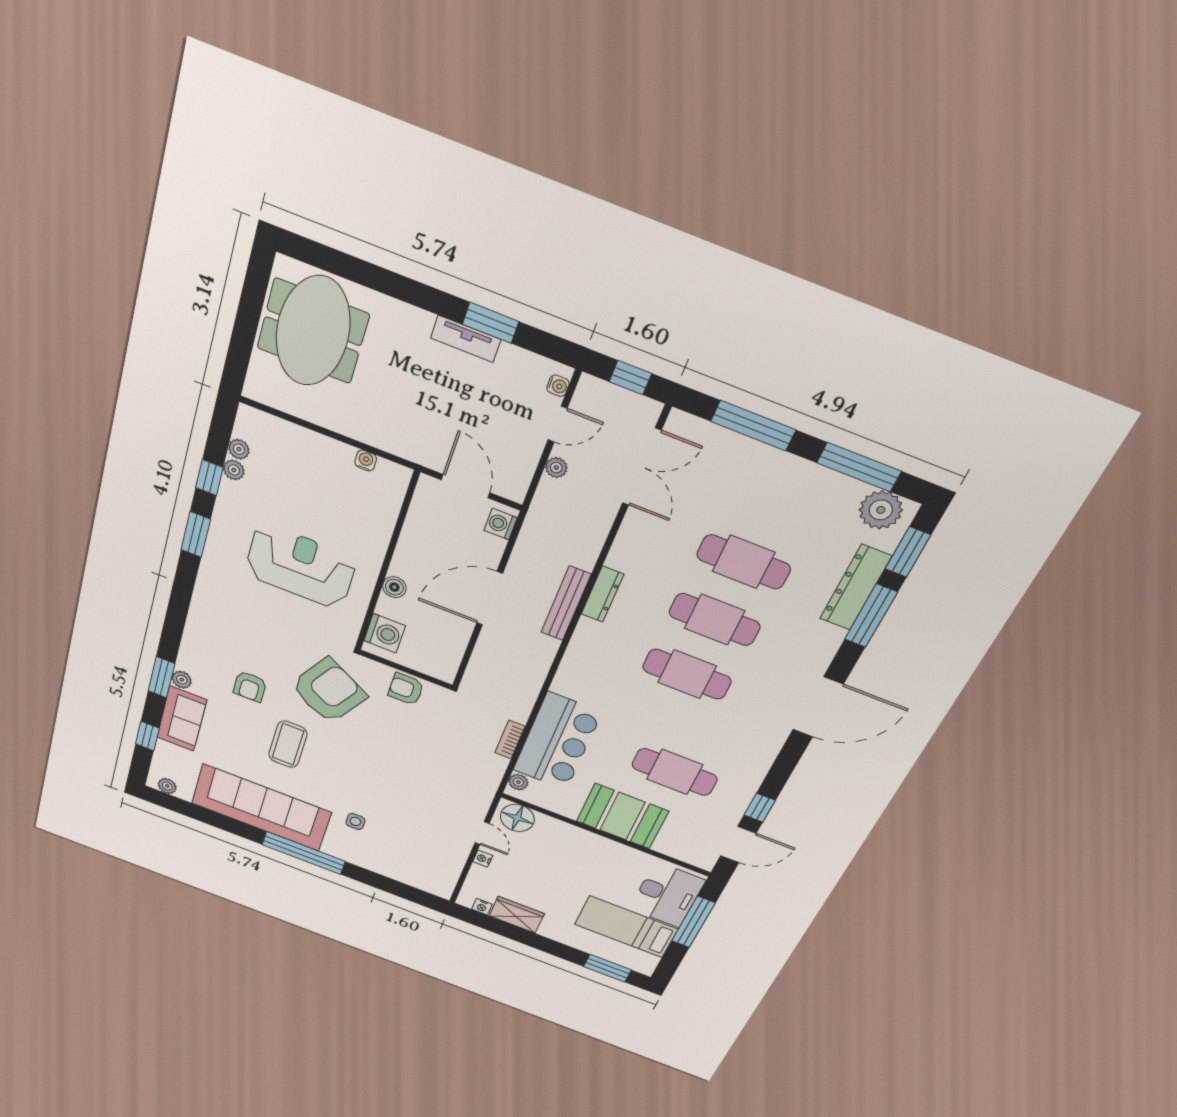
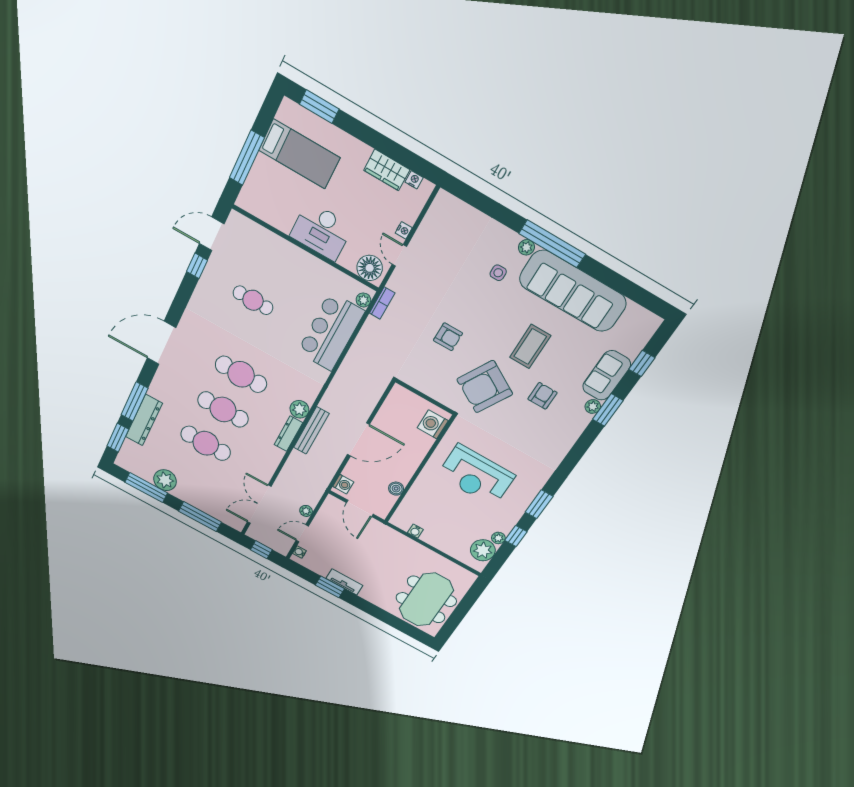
plant: (239, 449) -> (483, 550), width x1.88, depth x1.88
plant: (881, 510) -> (165, 480), moved
boiler: (394, 587) -> (396, 489), moved
plant: (589, 633) -> (299, 409), added
armchair: (406, 689) -> (448, 337), moved
bookcase: (510, 740) -> (382, 303), moved
cafe table: (675, 772) -> (253, 300), width x0.73, depth x0.74
plant: (167, 786) -> (526, 247), moved
booth: (622, 816) -> (292, 265), removed
desk: (667, 895) -> (321, 231), moved, turned -90

